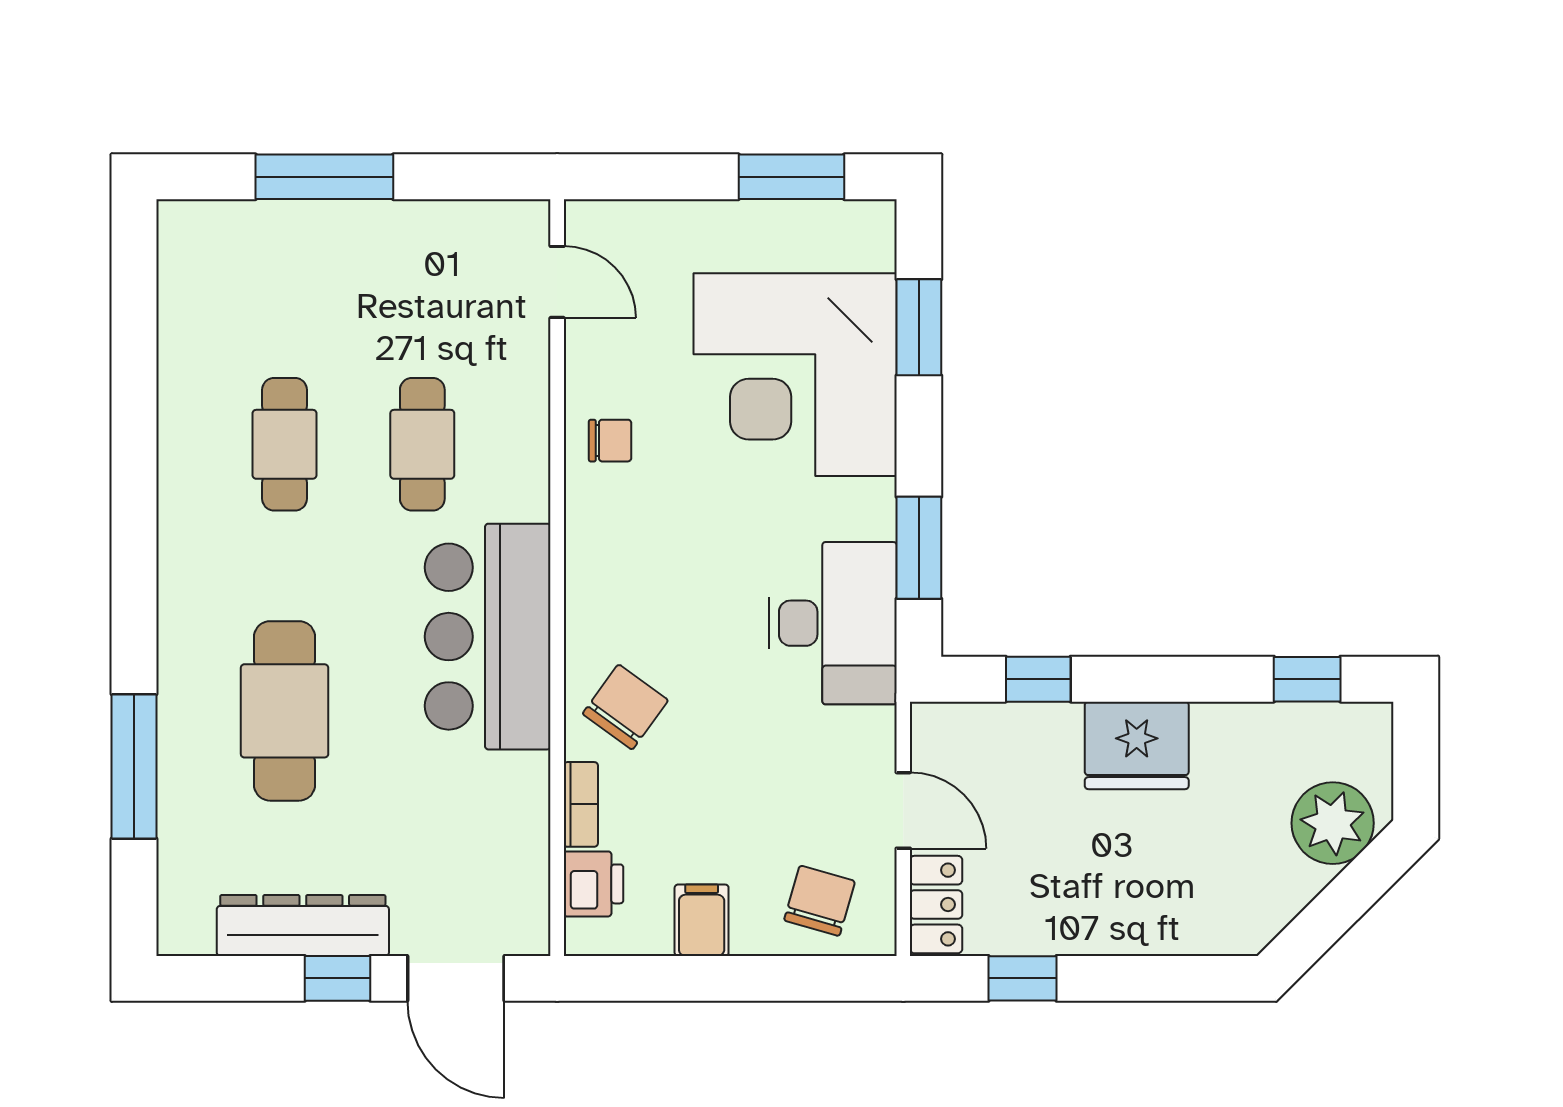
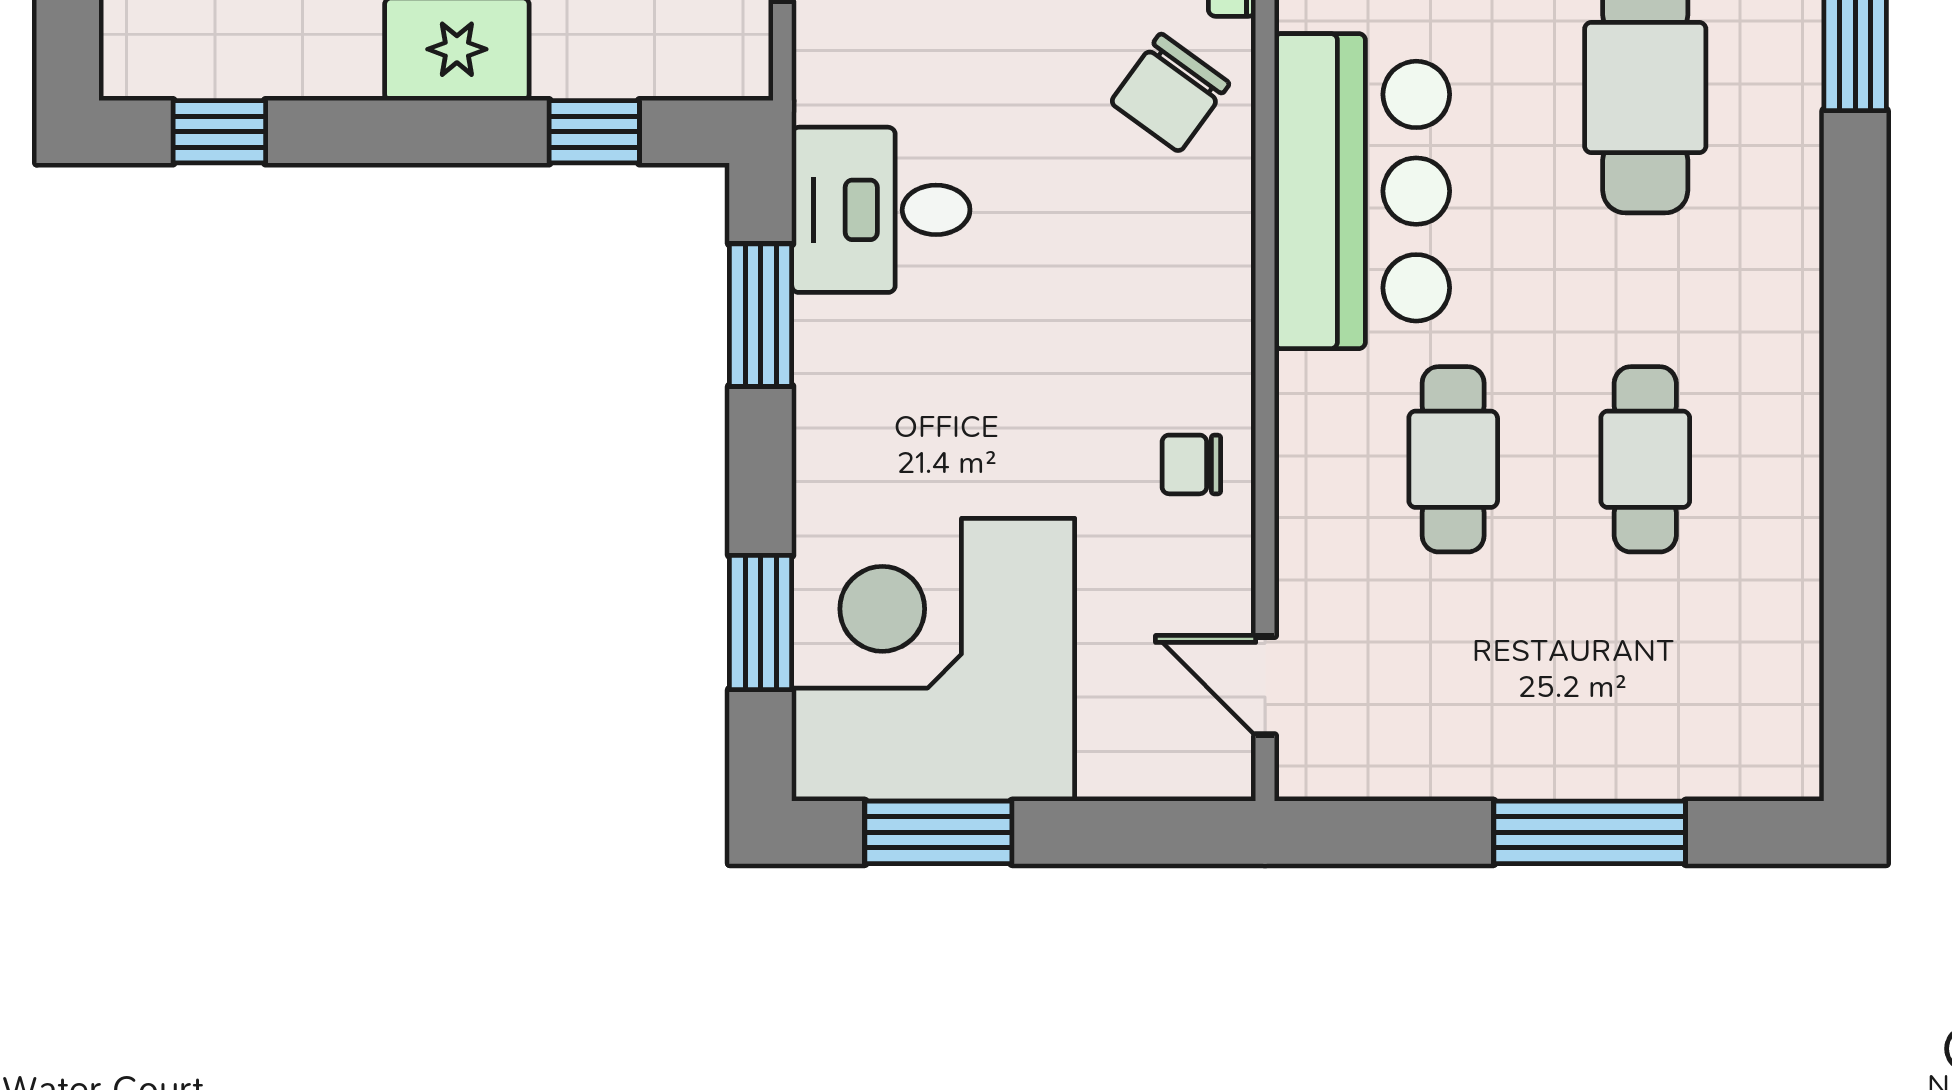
corner desk: (795, 375) -> (933, 660), moved, turned -90
desk: (833, 623) -> (881, 210), width x0.73

